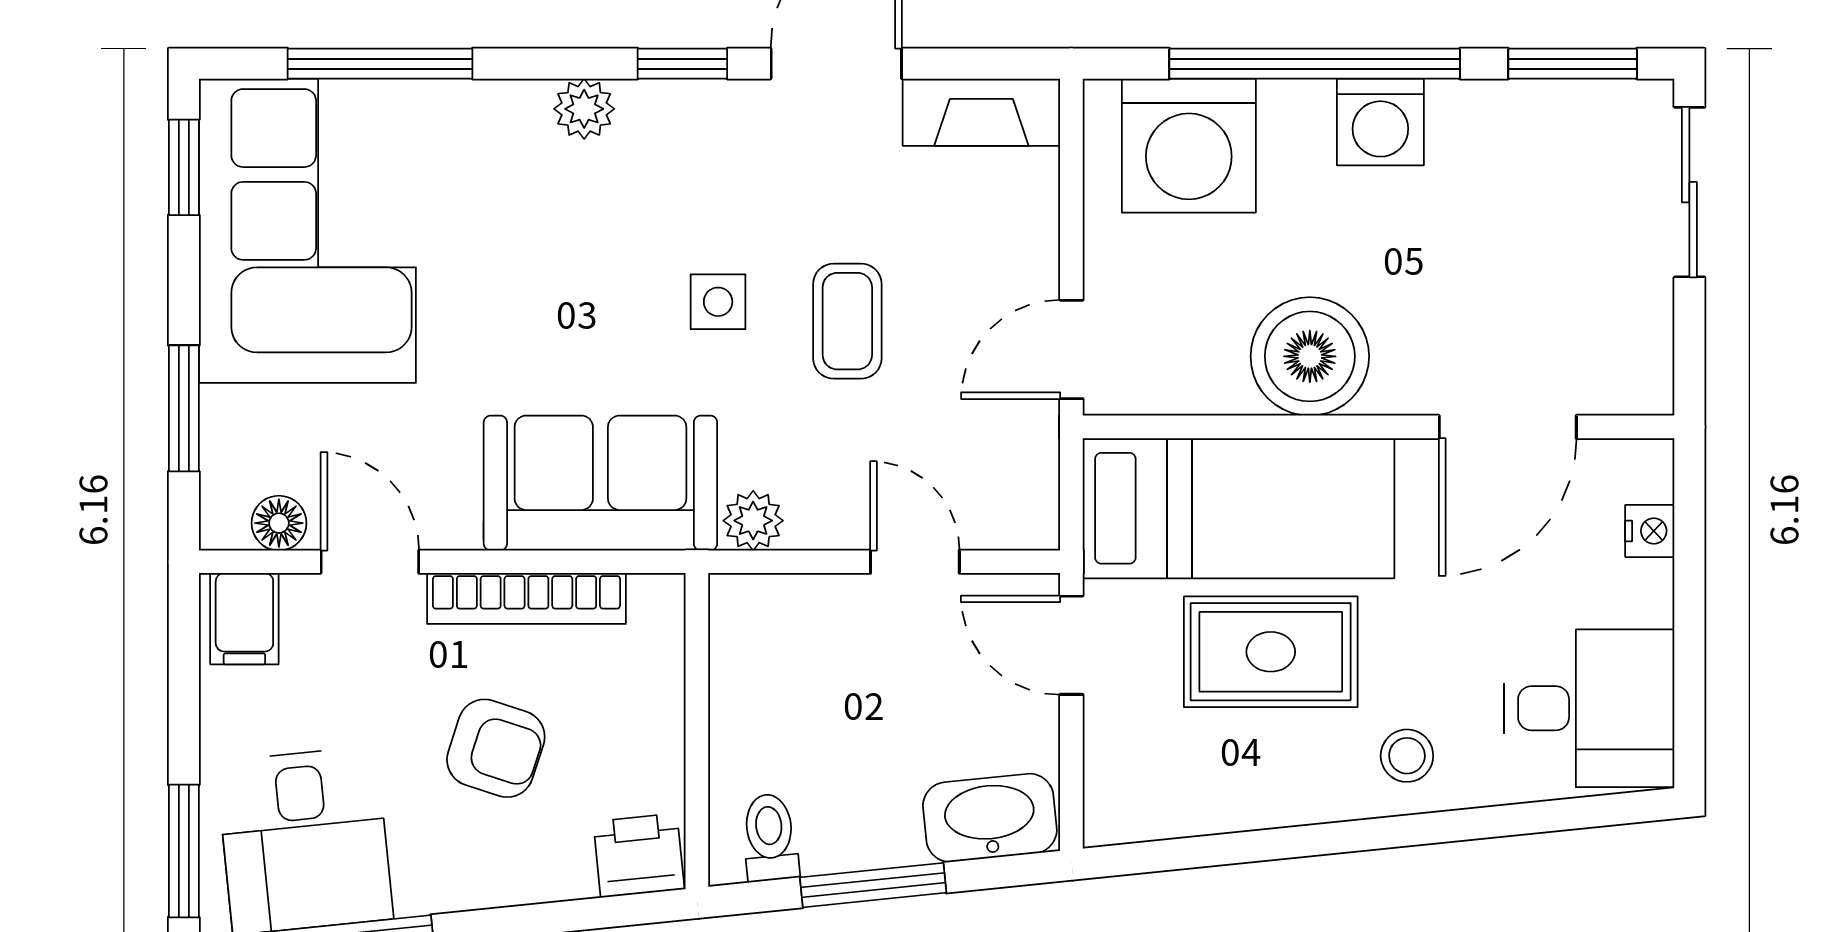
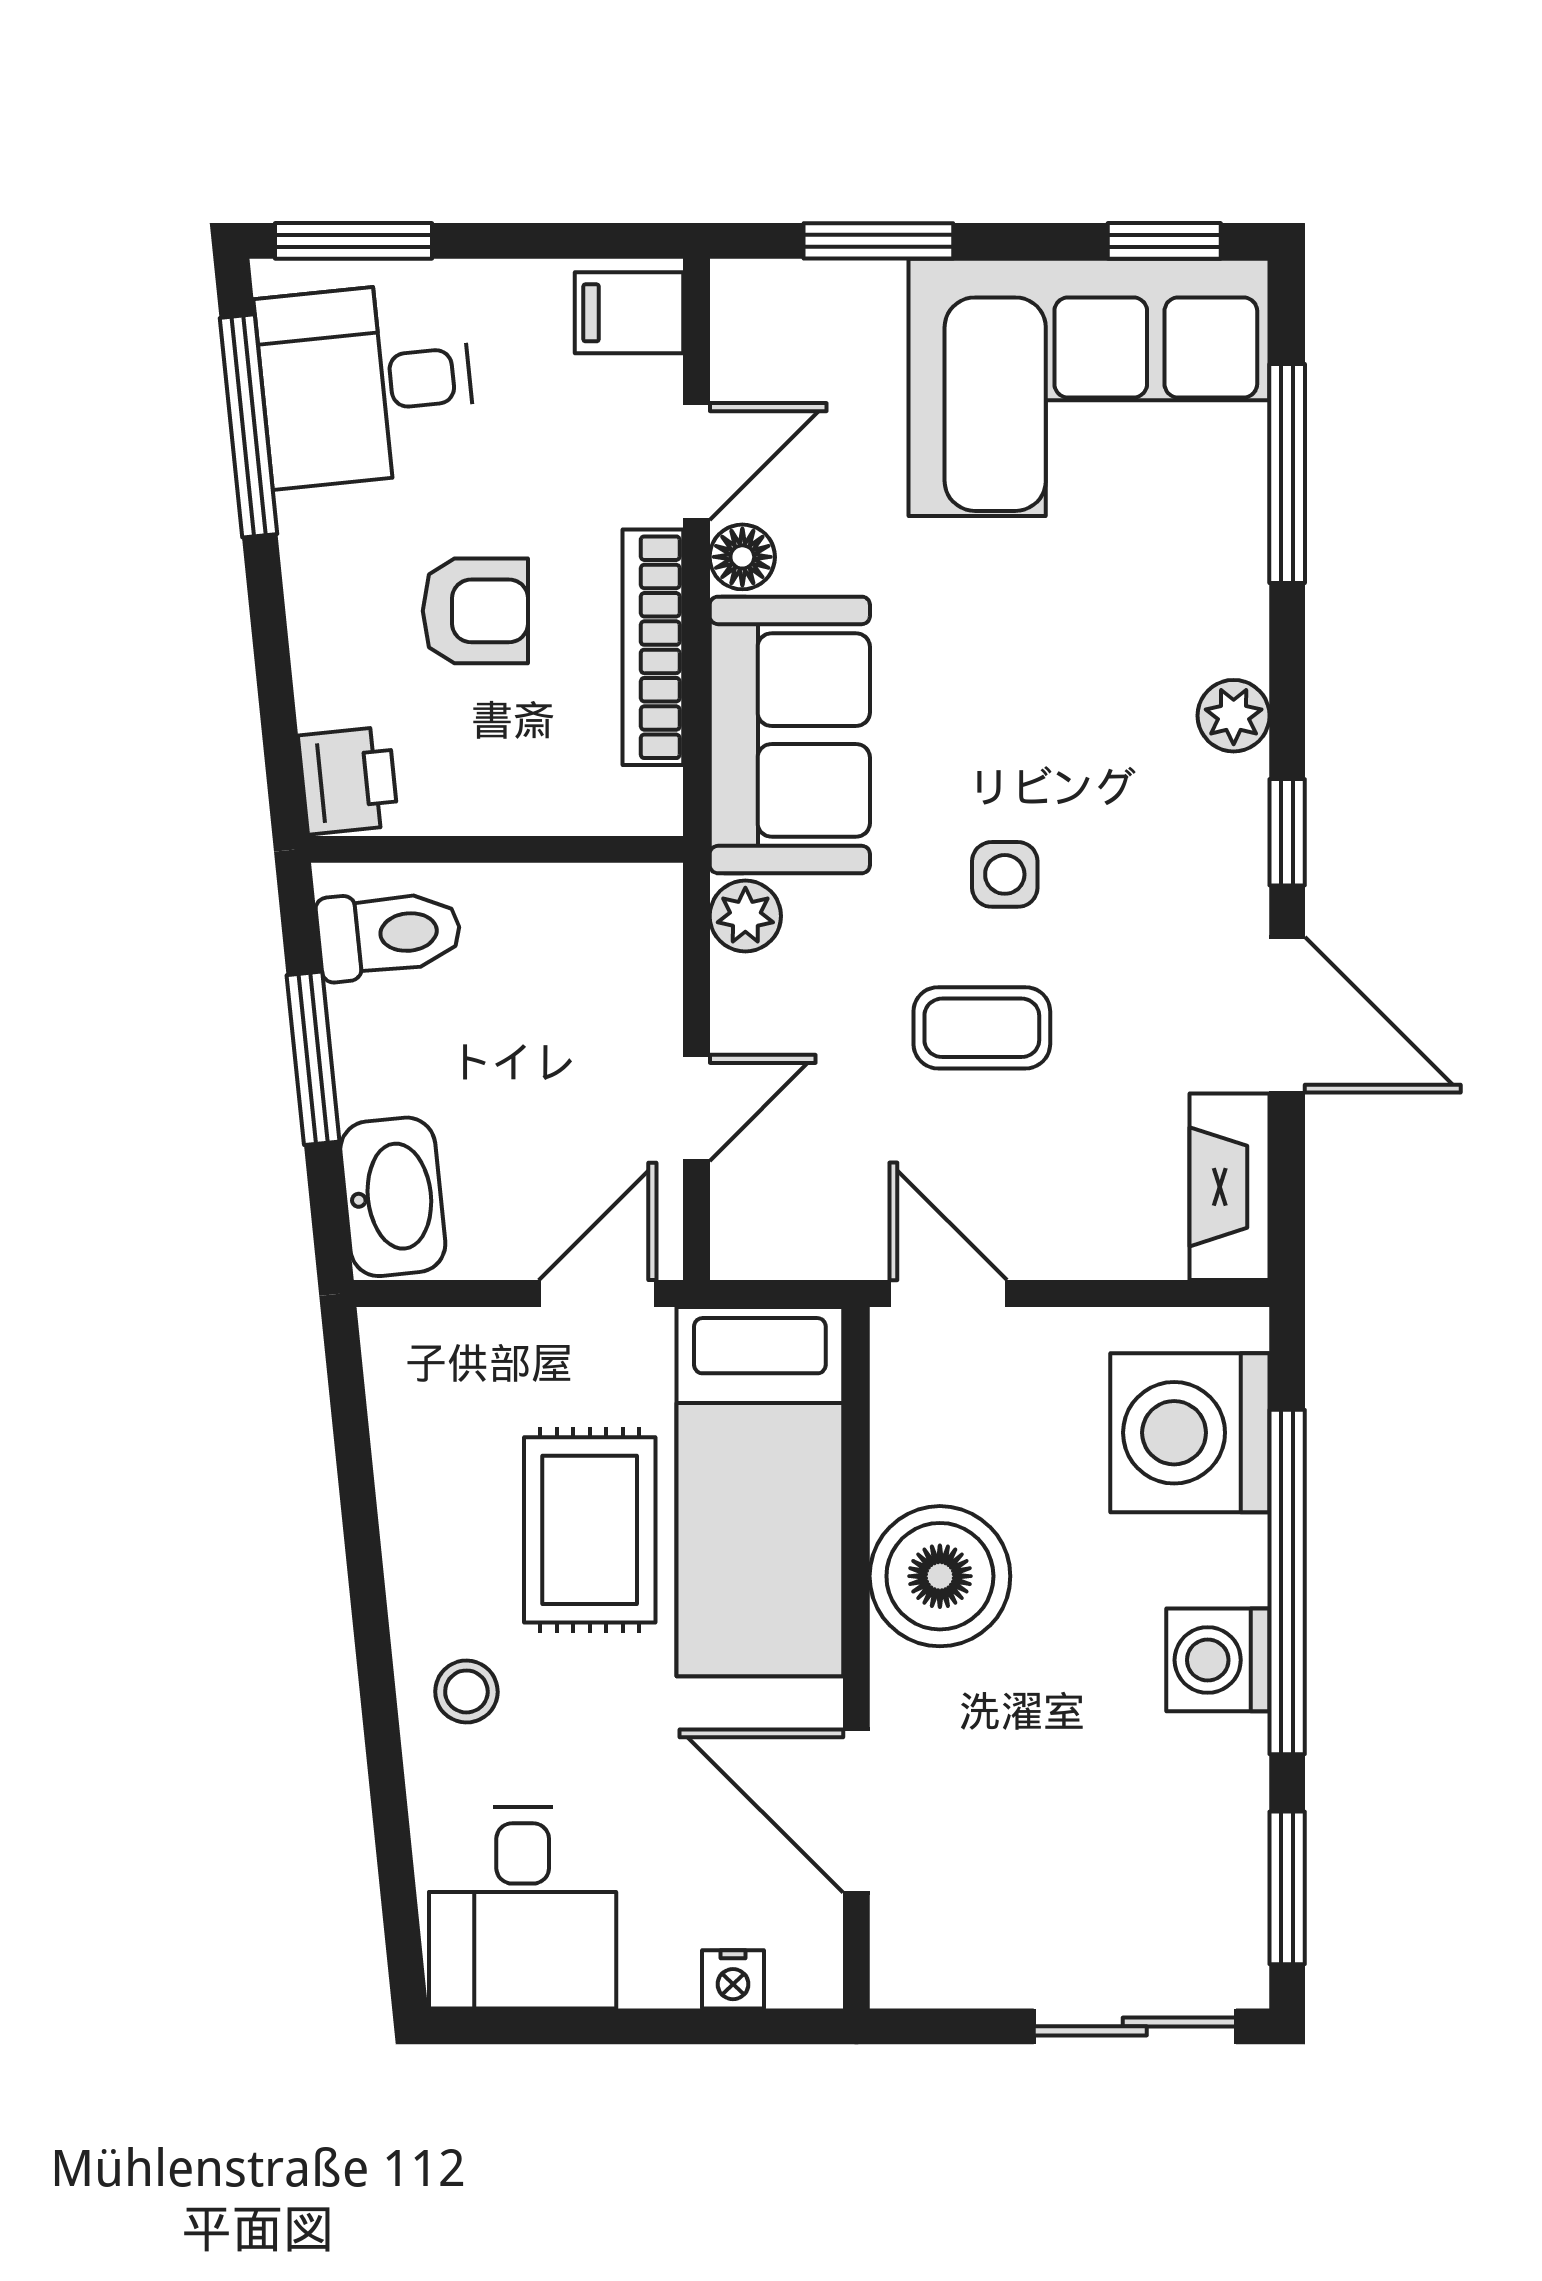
floor lamp: (279, 523) -> (742, 557), moved
armchair: (496, 748) -> (475, 611), turned -108
toilet: (770, 837) -> (389, 934), width x1.37, depth x1.39

